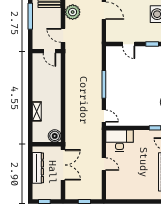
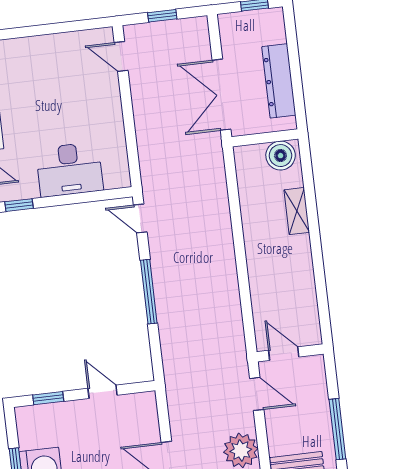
boiler: (55, 136) -> (281, 156), moved
desk: (120, 141) -> (69, 169), moved
door: (104, 164) -> (121, 56), moved

